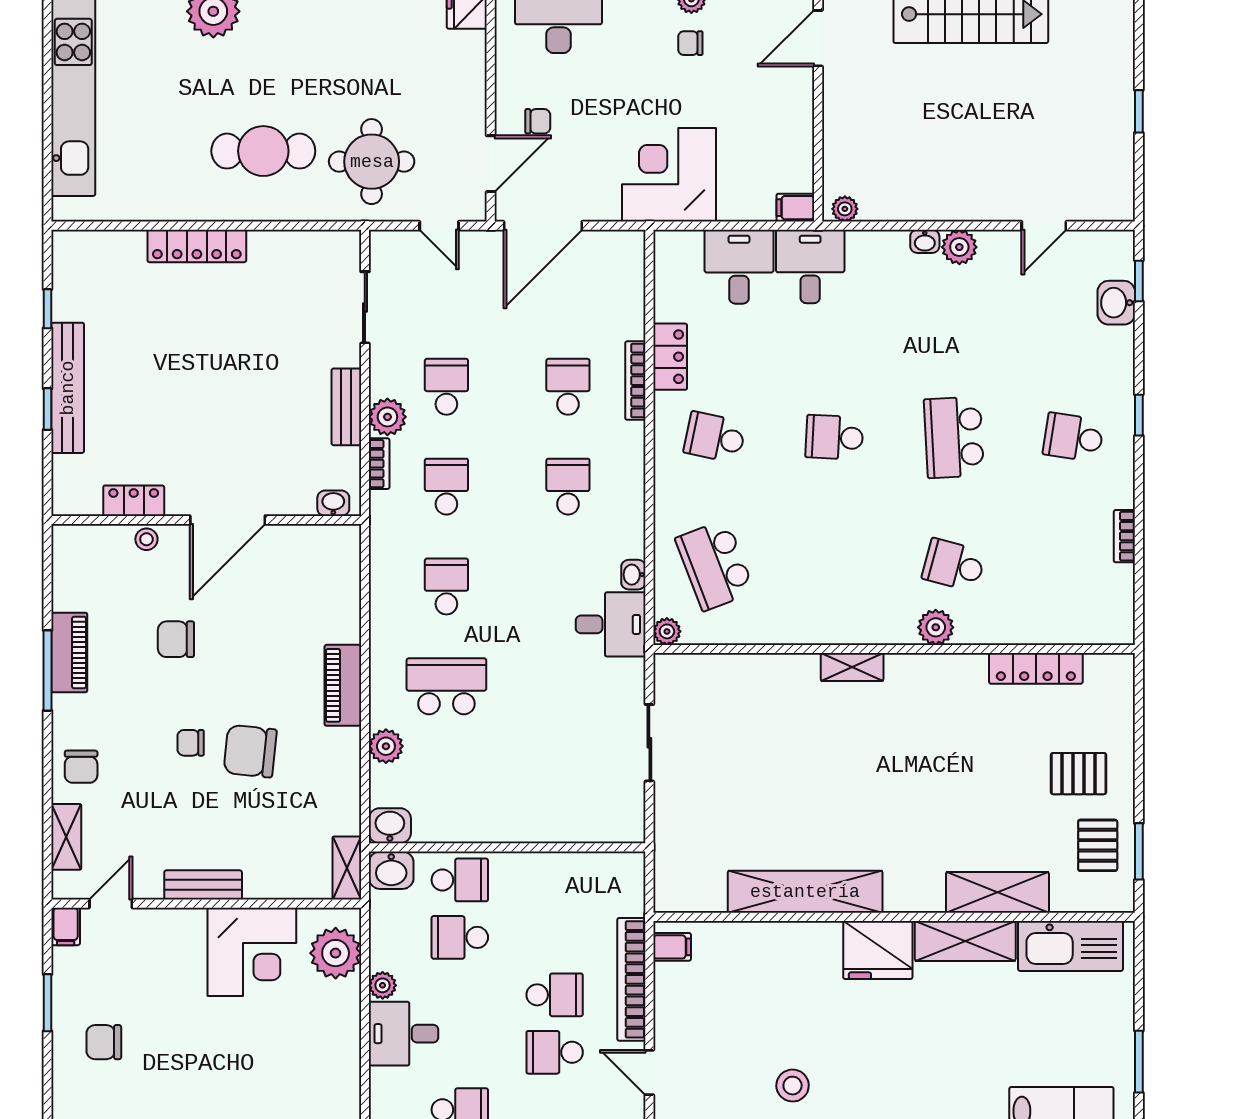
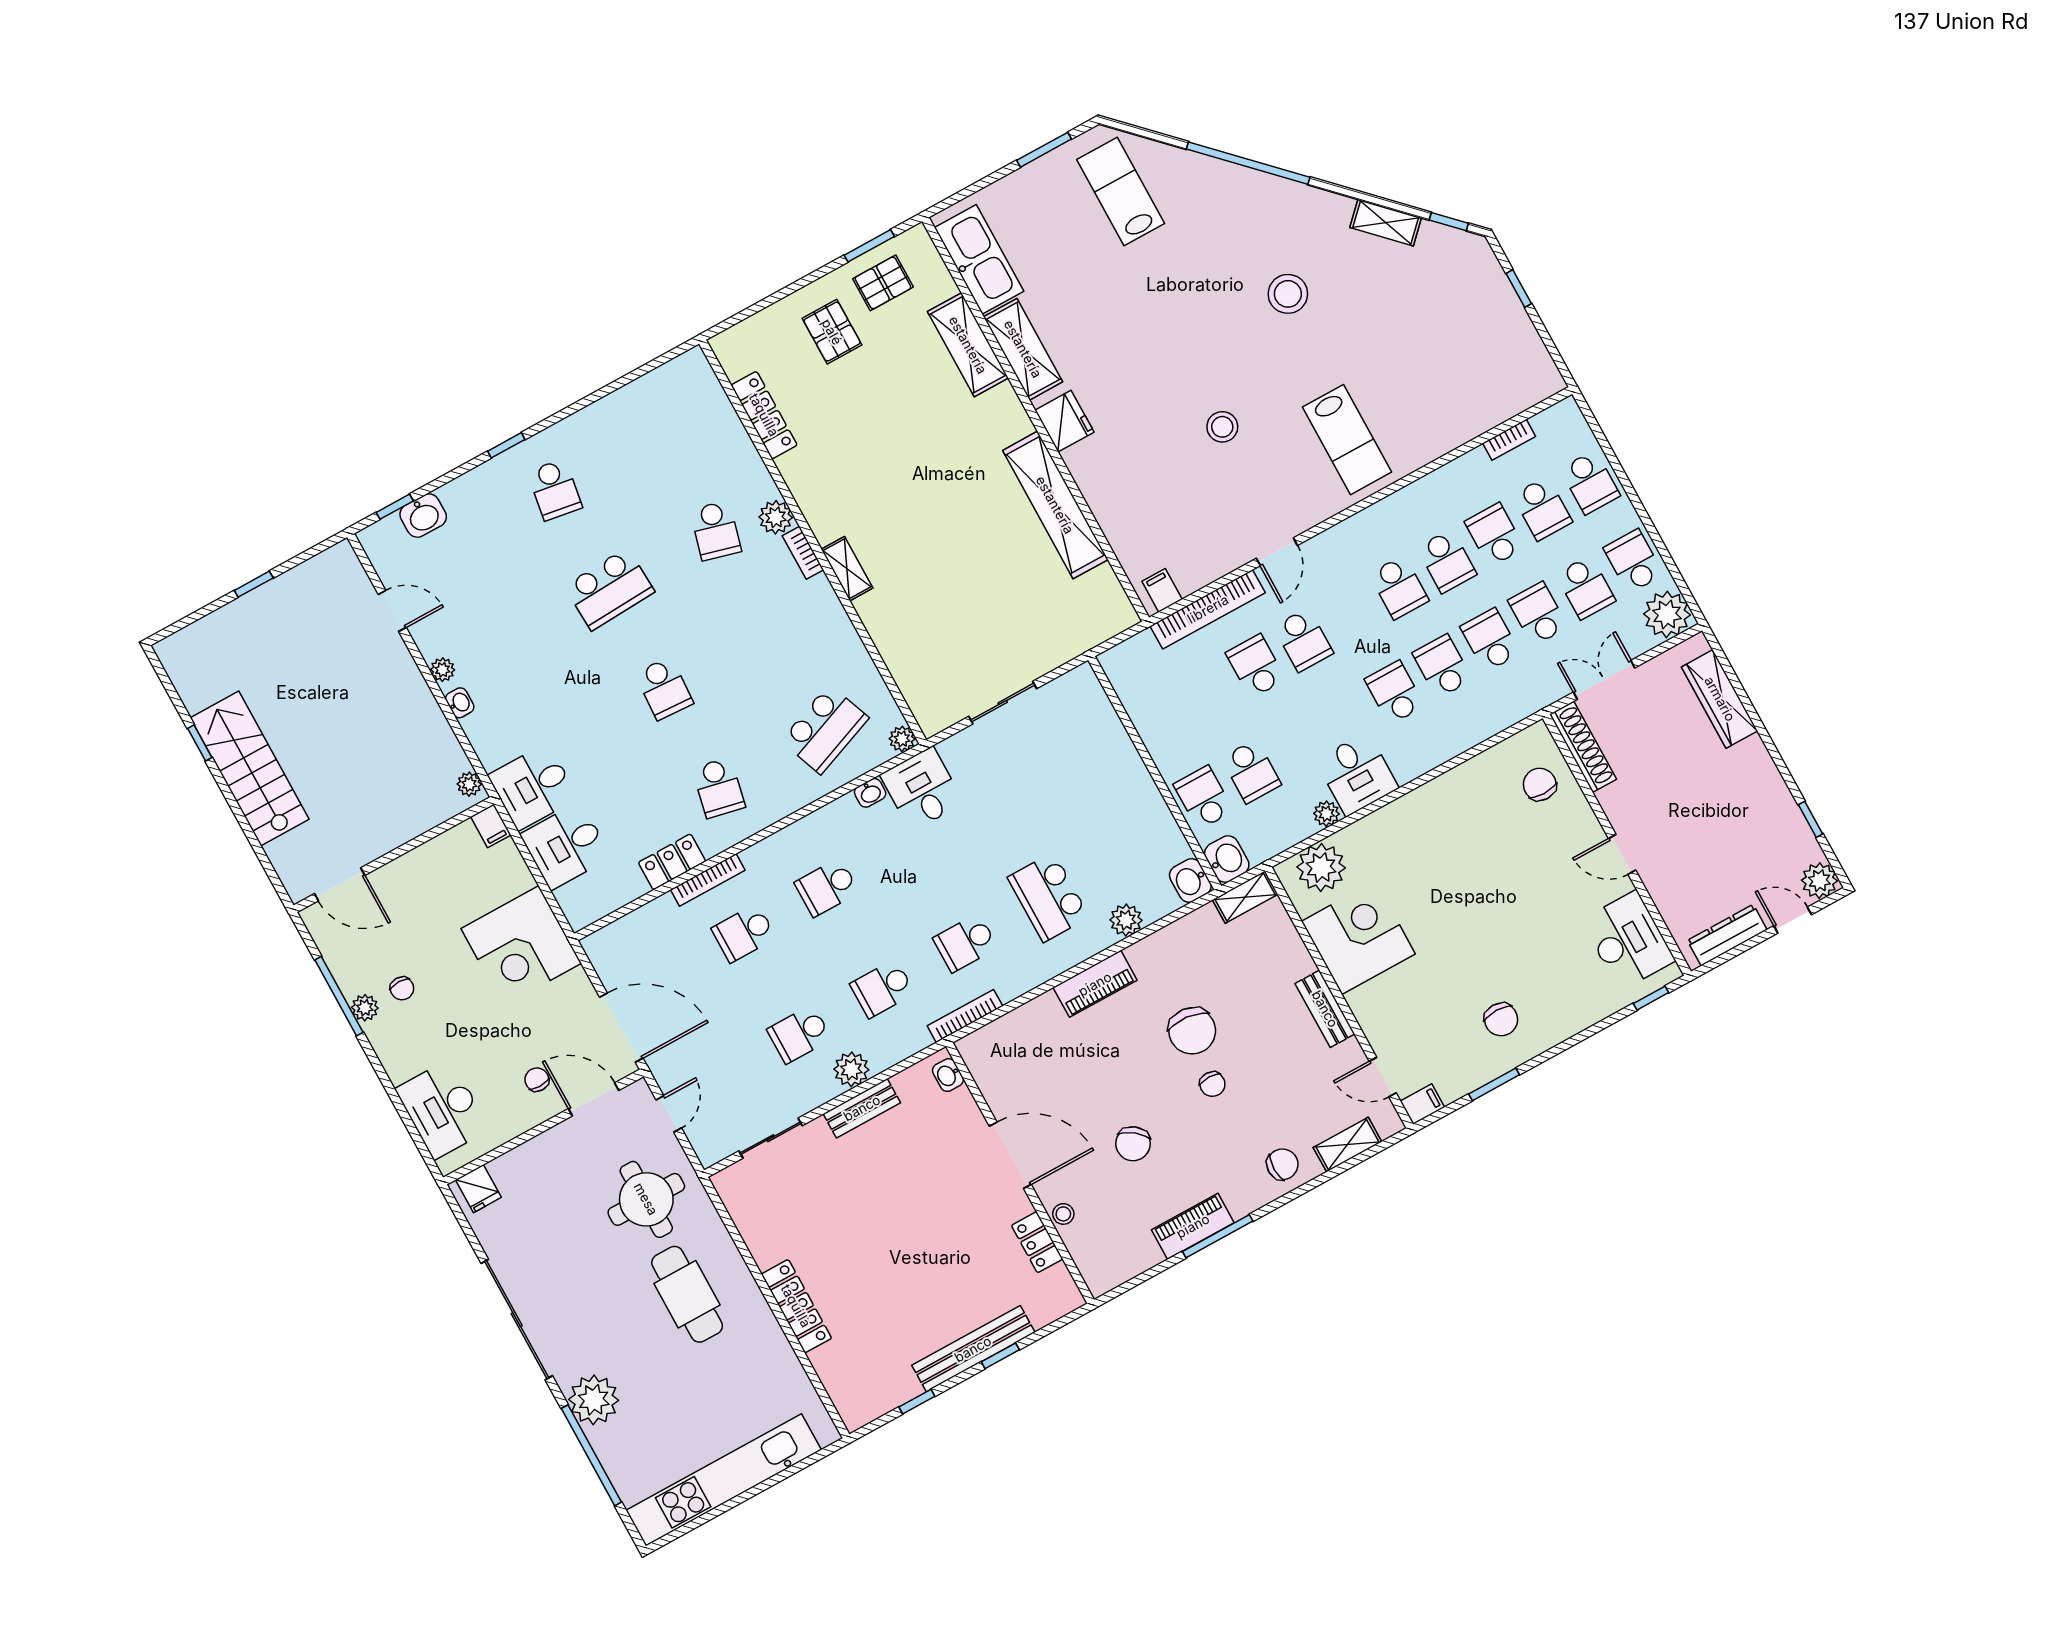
plant: (959, 247) -> (443, 670), width x0.73, depth x0.73
bookcase: (379, 464) -> (965, 1016), moved, width x1.56
bookcase: (1124, 536) -> (803, 553), moved, turned 90
chair: (176, 639) -> (1133, 1144), turned 37
fridge: (878, 950) -> (1064, 421), width x0.73, depth x0.75

